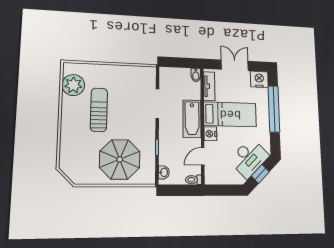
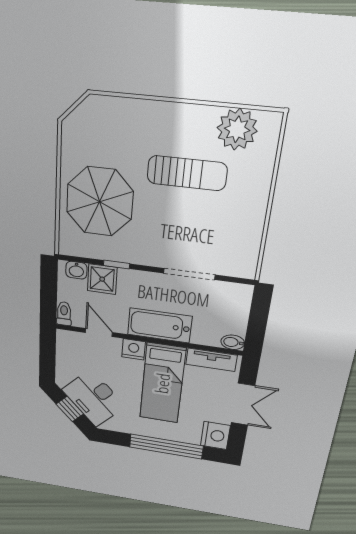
shower: (167, 156) -> (102, 279), added

